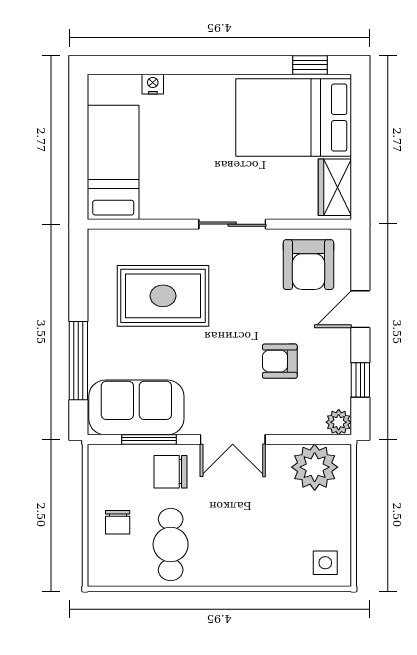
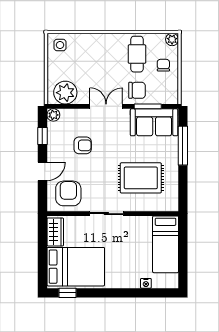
plant: (100, 574) -> (172, 39), added

